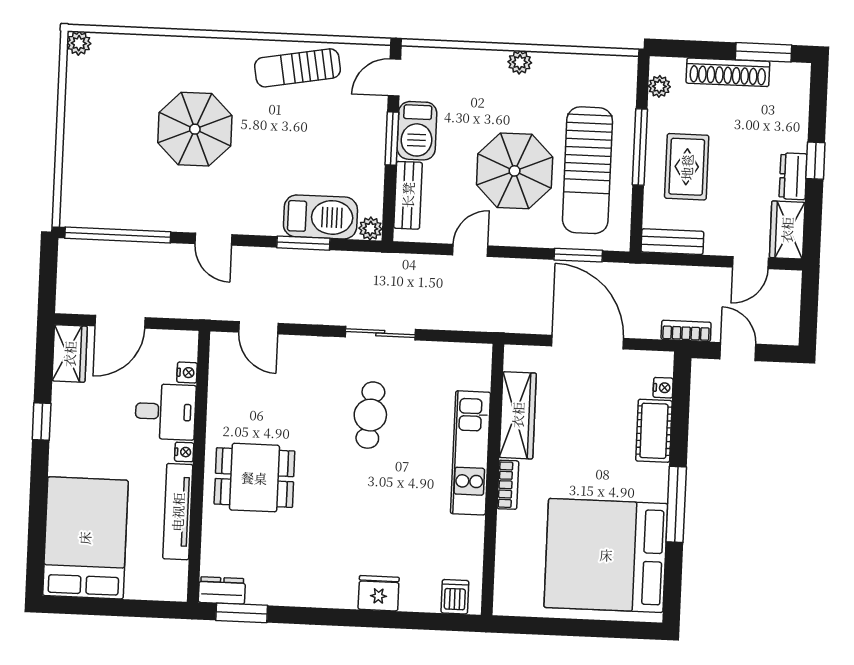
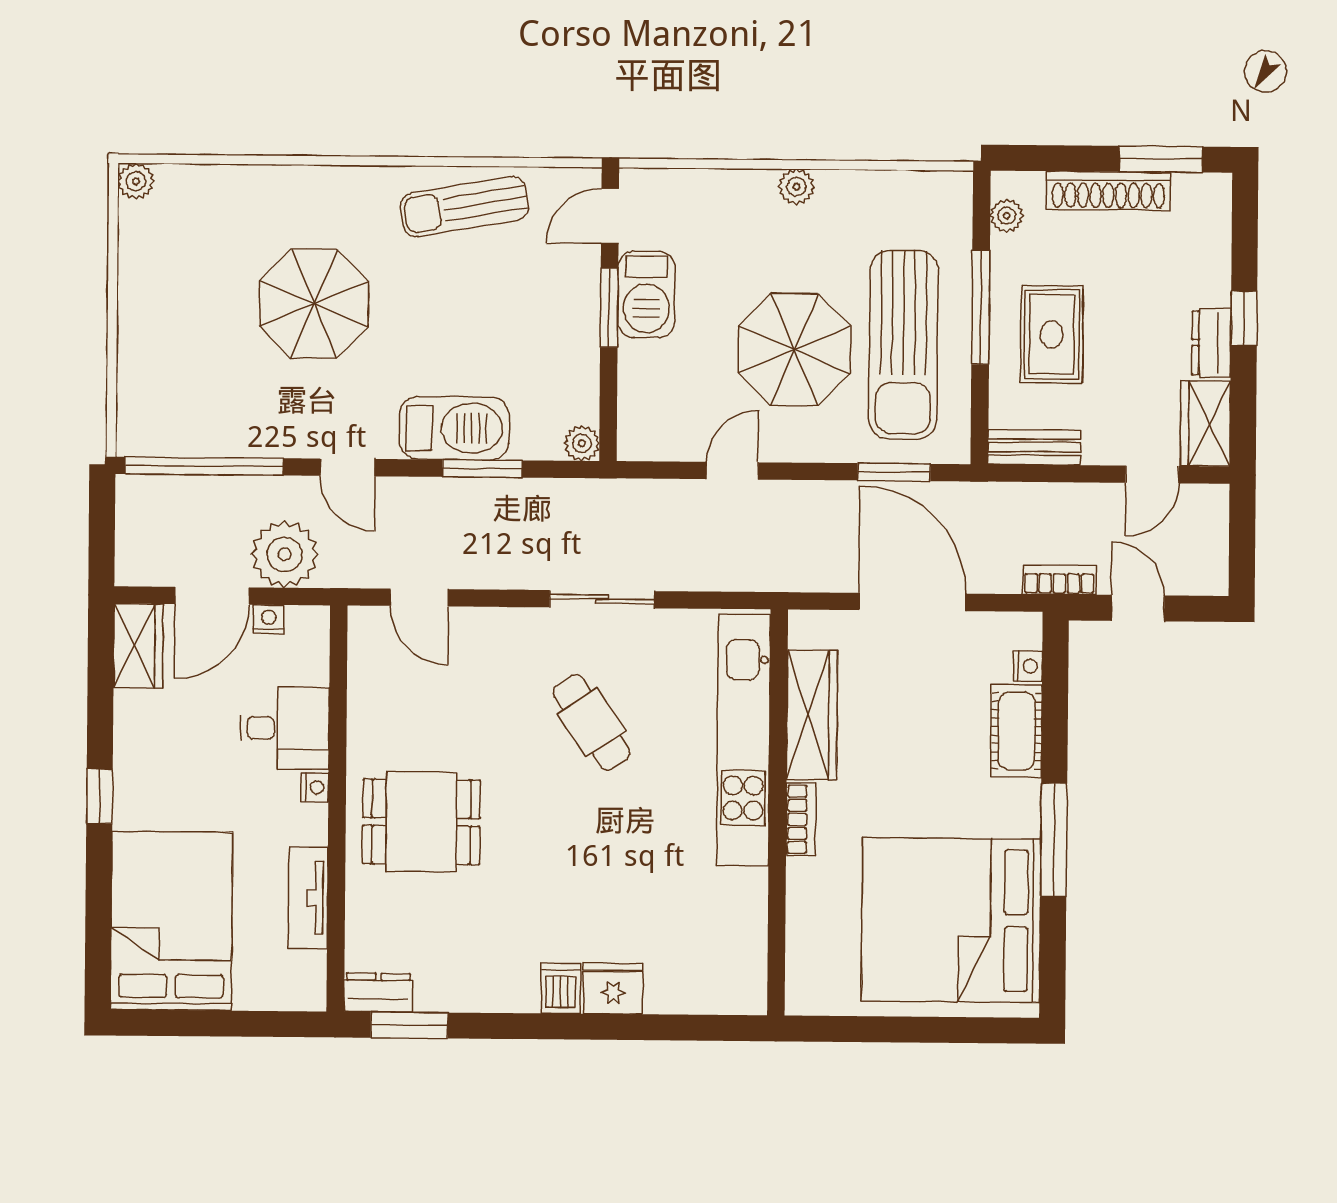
bench: (408, 195) -> (636, 392), removed
barbecue: (320, 217) -> (454, 428), moved
plant: (169, 296) -> (285, 554), added
nightstand: (187, 373) -> (269, 619), moved, turned -90
cafe table: (370, 415) -> (591, 722), turned -39
window: (42, 422) -> (99, 796), moved
kitchen unit: (471, 453) -> (744, 740), width x1.36
tv unit: (178, 512) -> (308, 898), width x0.71
dishwasher: (455, 597) -> (560, 988), moved

